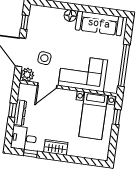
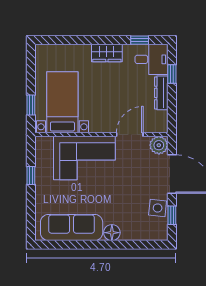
side table: (44, 58) -> (158, 208), moved
window: (124, 66) -> (31, 176), width x0.32
window: (12, 110) -> (172, 74), moved

